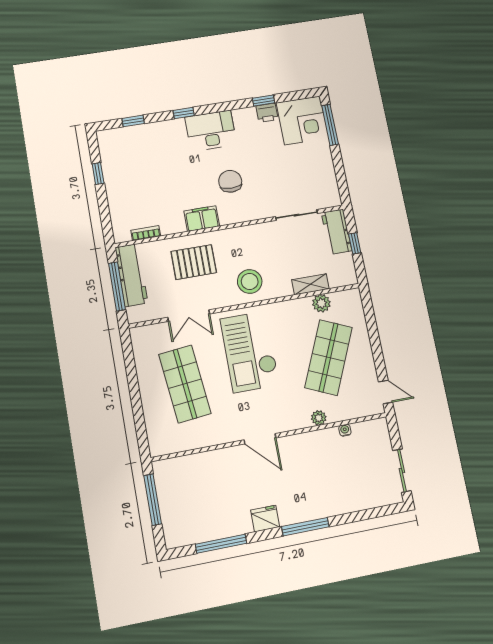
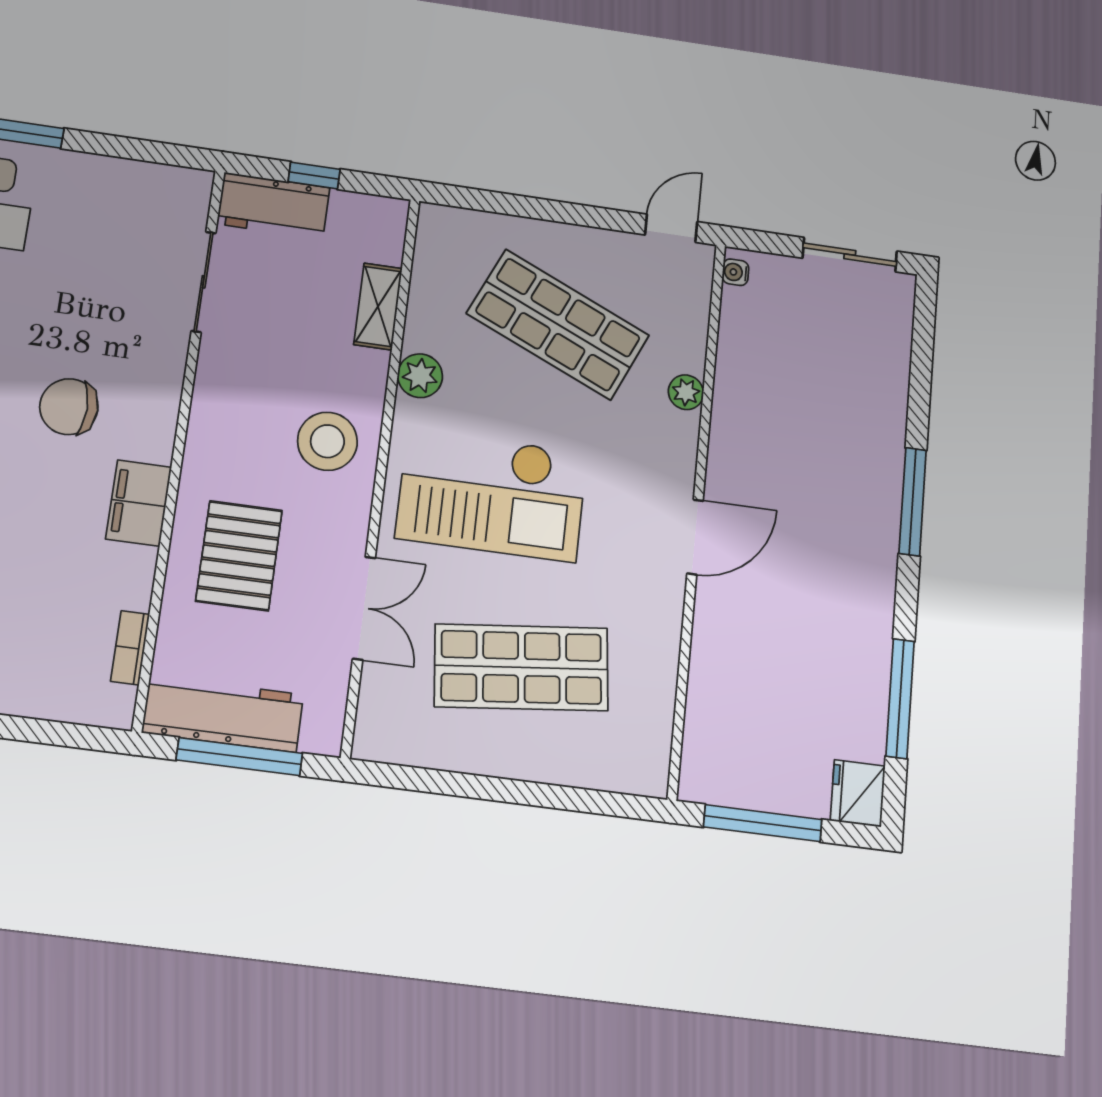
plant: (321, 303) -> (420, 376), moved
water cooler: (345, 430) -> (735, 272), moved
fridge: (265, 519) -> (858, 793), moved

